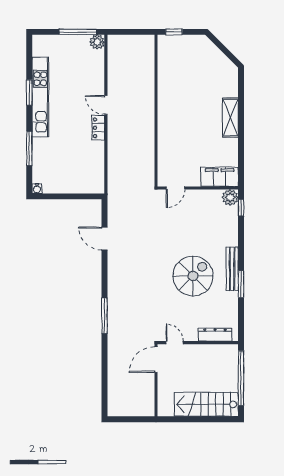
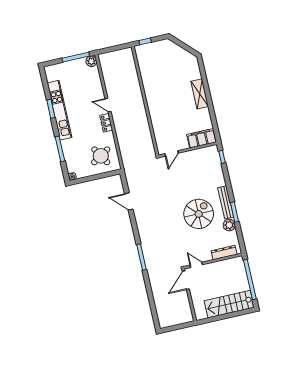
round table: (81, 170) -> (101, 156), added
plant: (230, 197) -> (229, 225), moved

